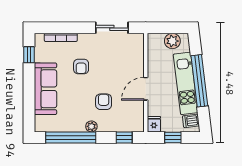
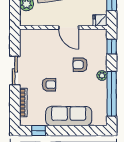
sliding door: (112, 28) -> (15, 70), moved

